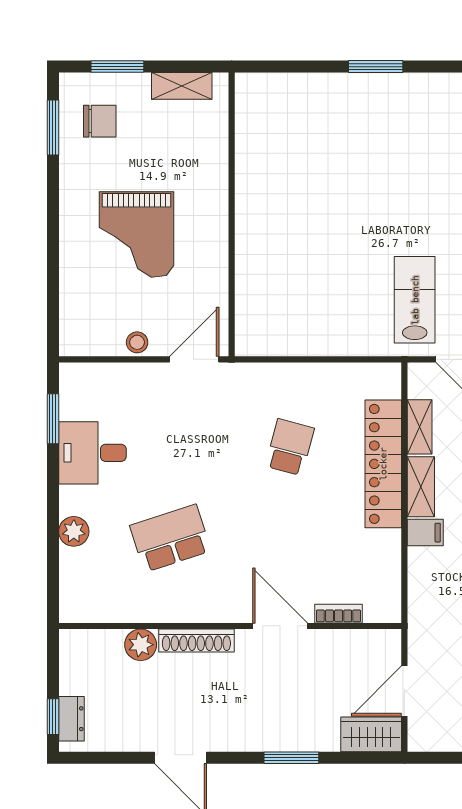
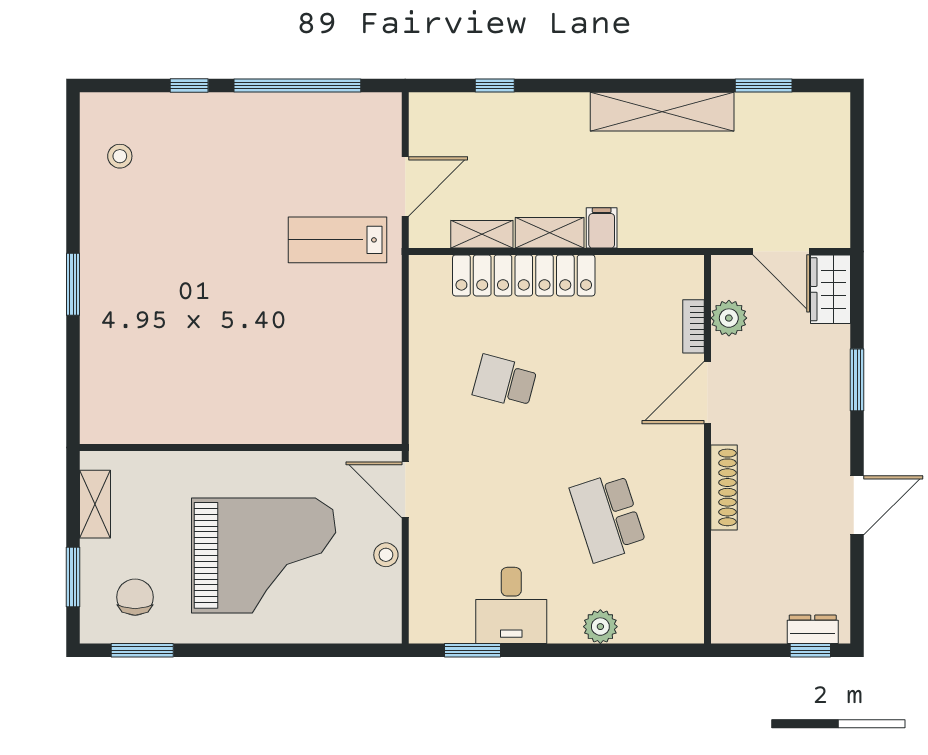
grand piano: (136, 234) -> (264, 555), width x1.37, depth x1.48
plant: (141, 645) -> (729, 318), moved

